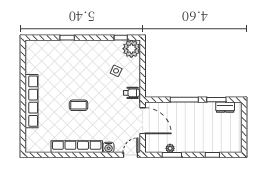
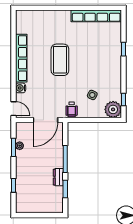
row of seats: (32, 101) -> (96, 16), moved
coffee table: (79, 105) -> (60, 60), width x1.86, depth x1.72
dresser: (225, 107) -> (58, 177), moved

